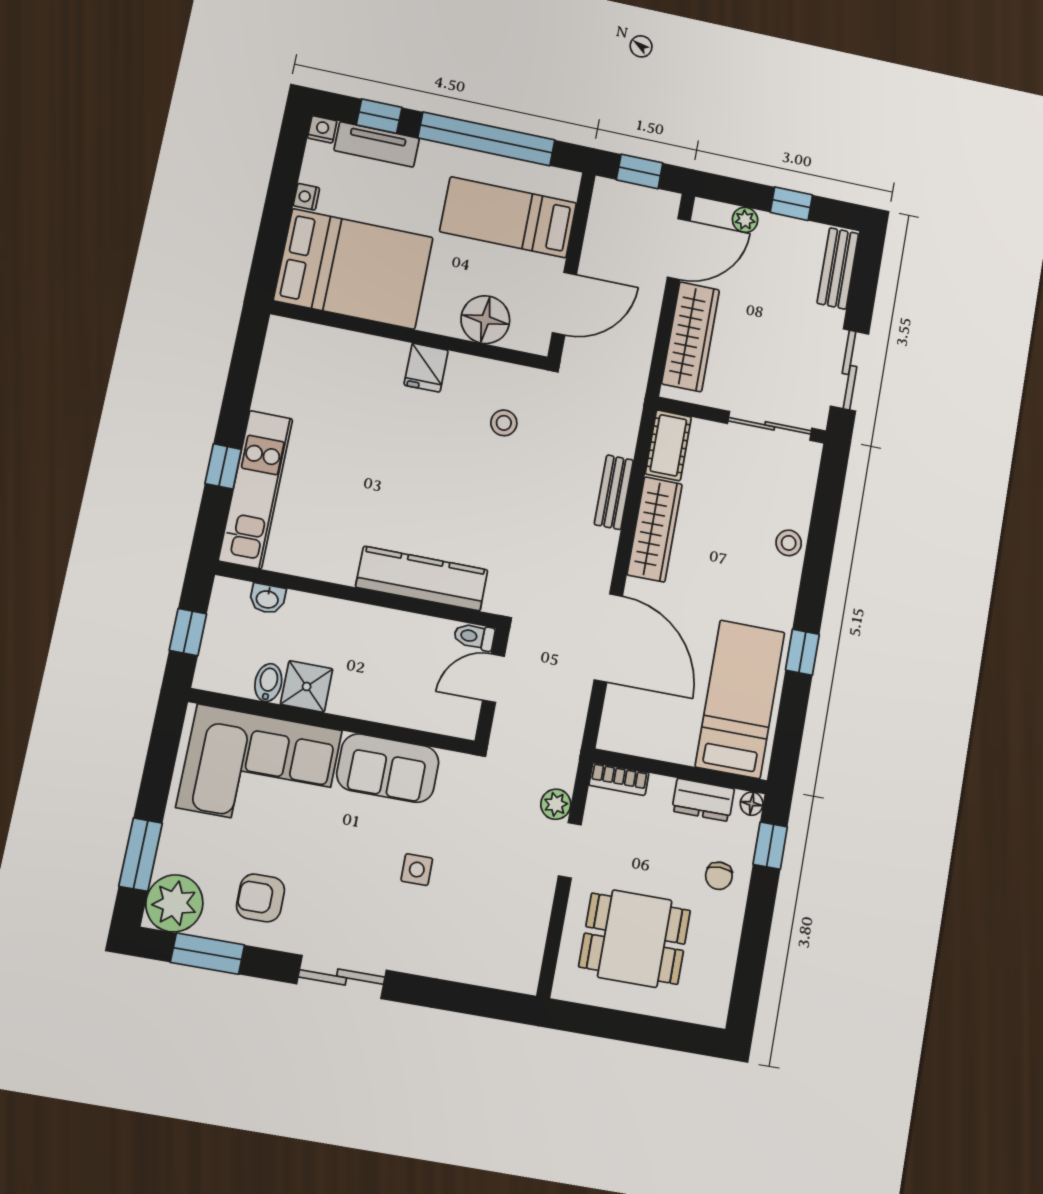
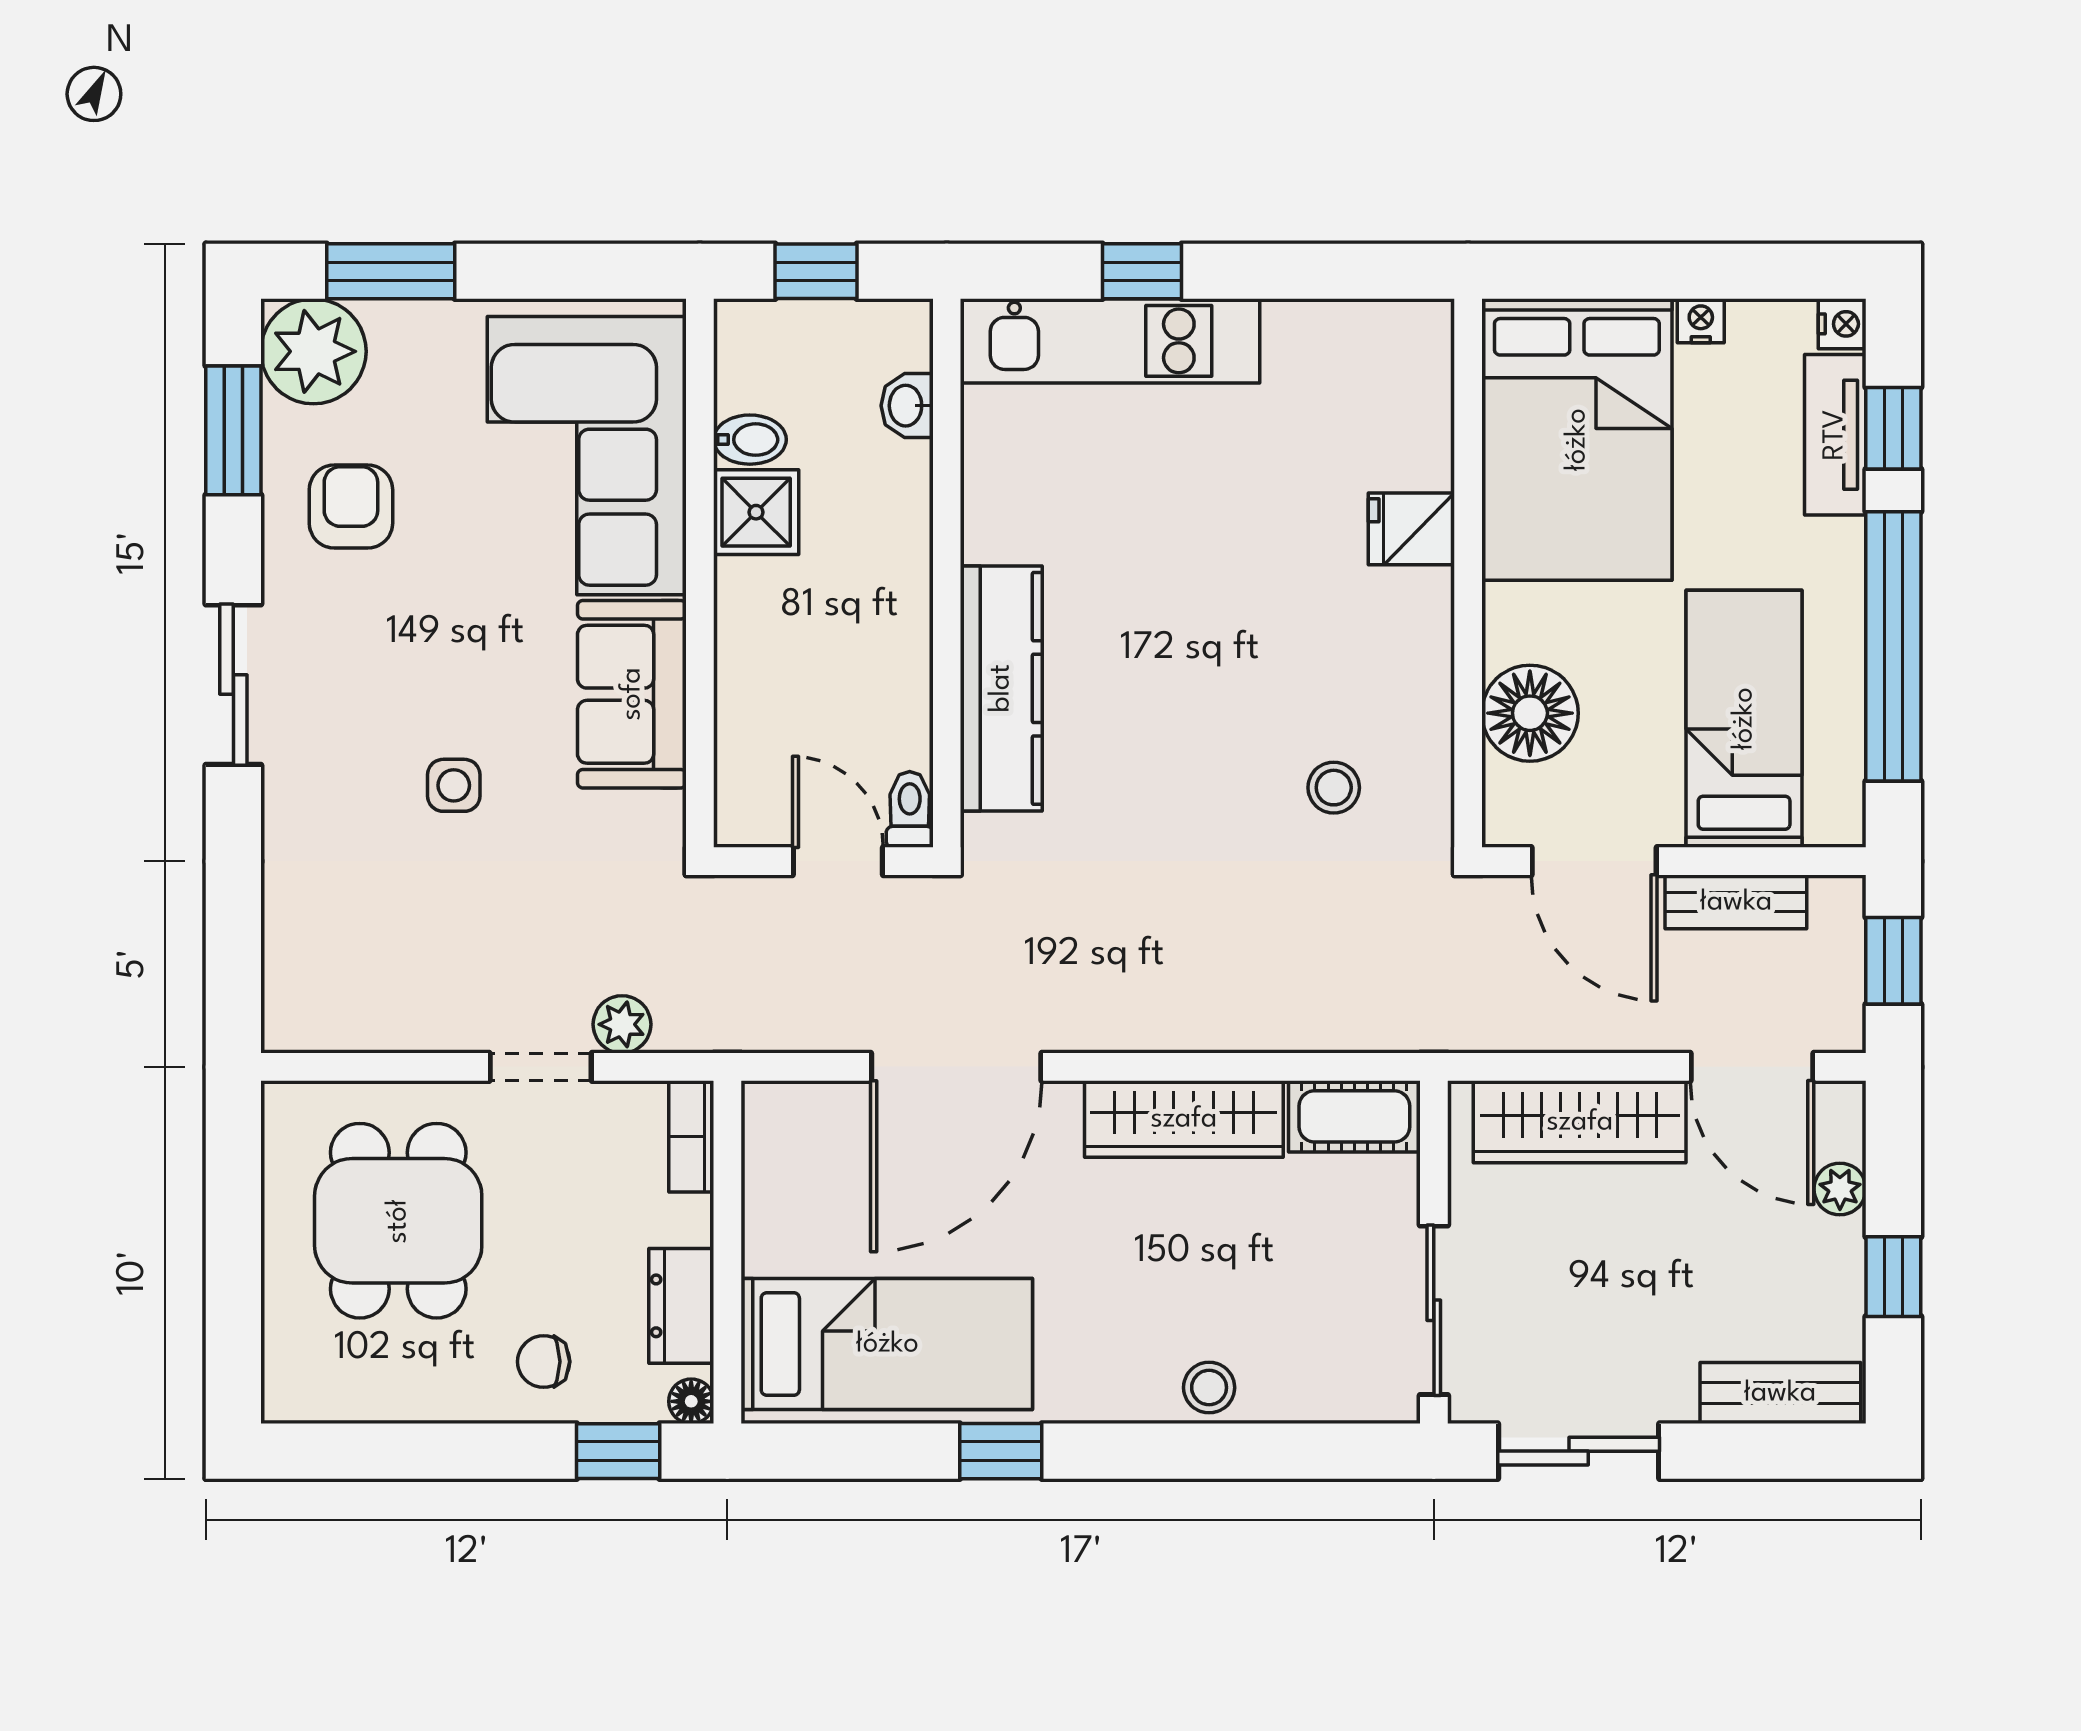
fridge: (426, 368) -> (1411, 529), moved
bench: (614, 492) -> (1736, 902), moved

